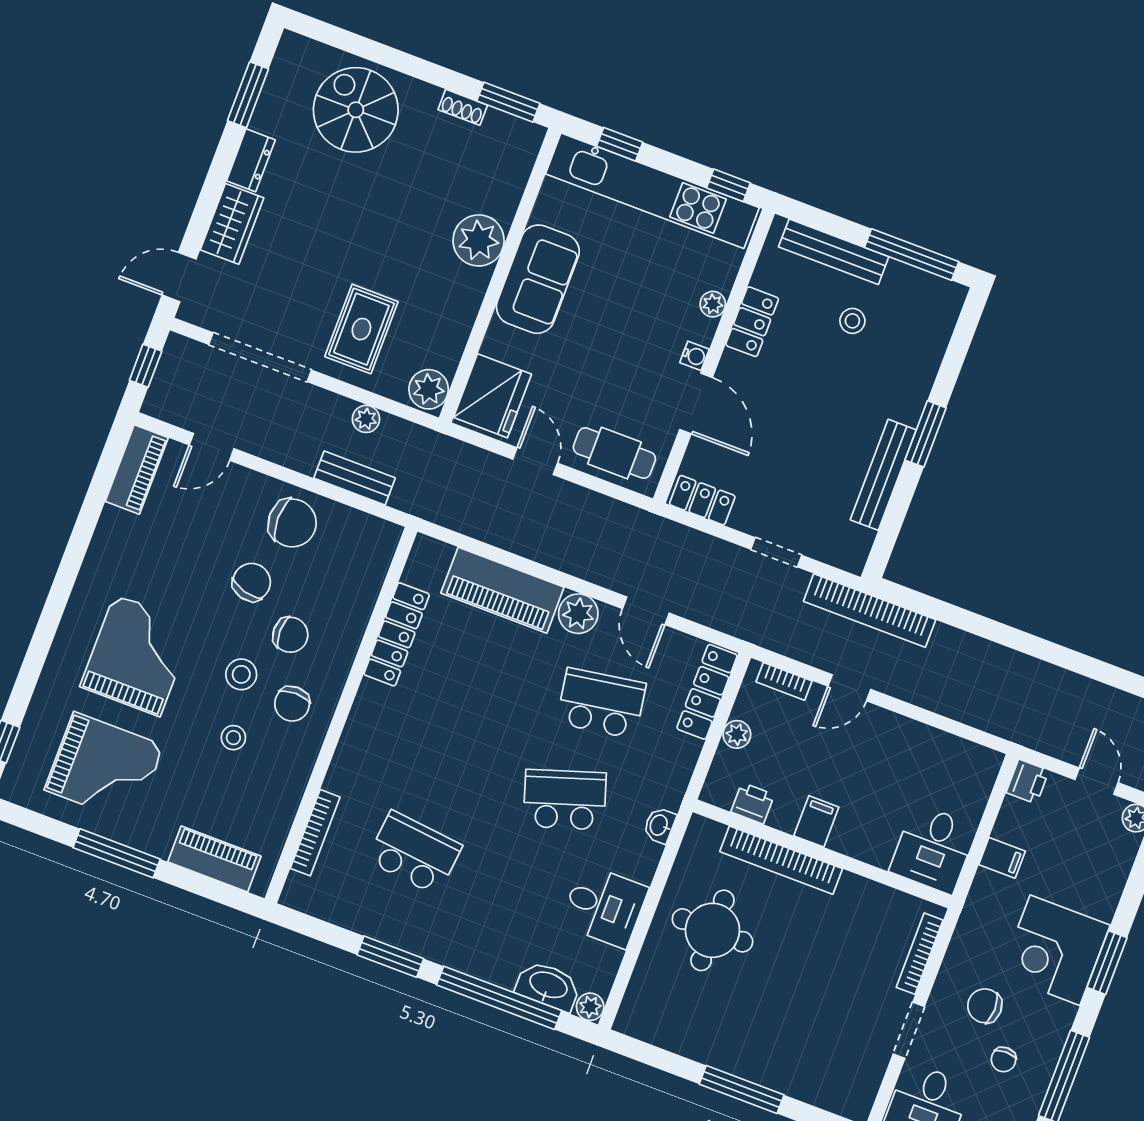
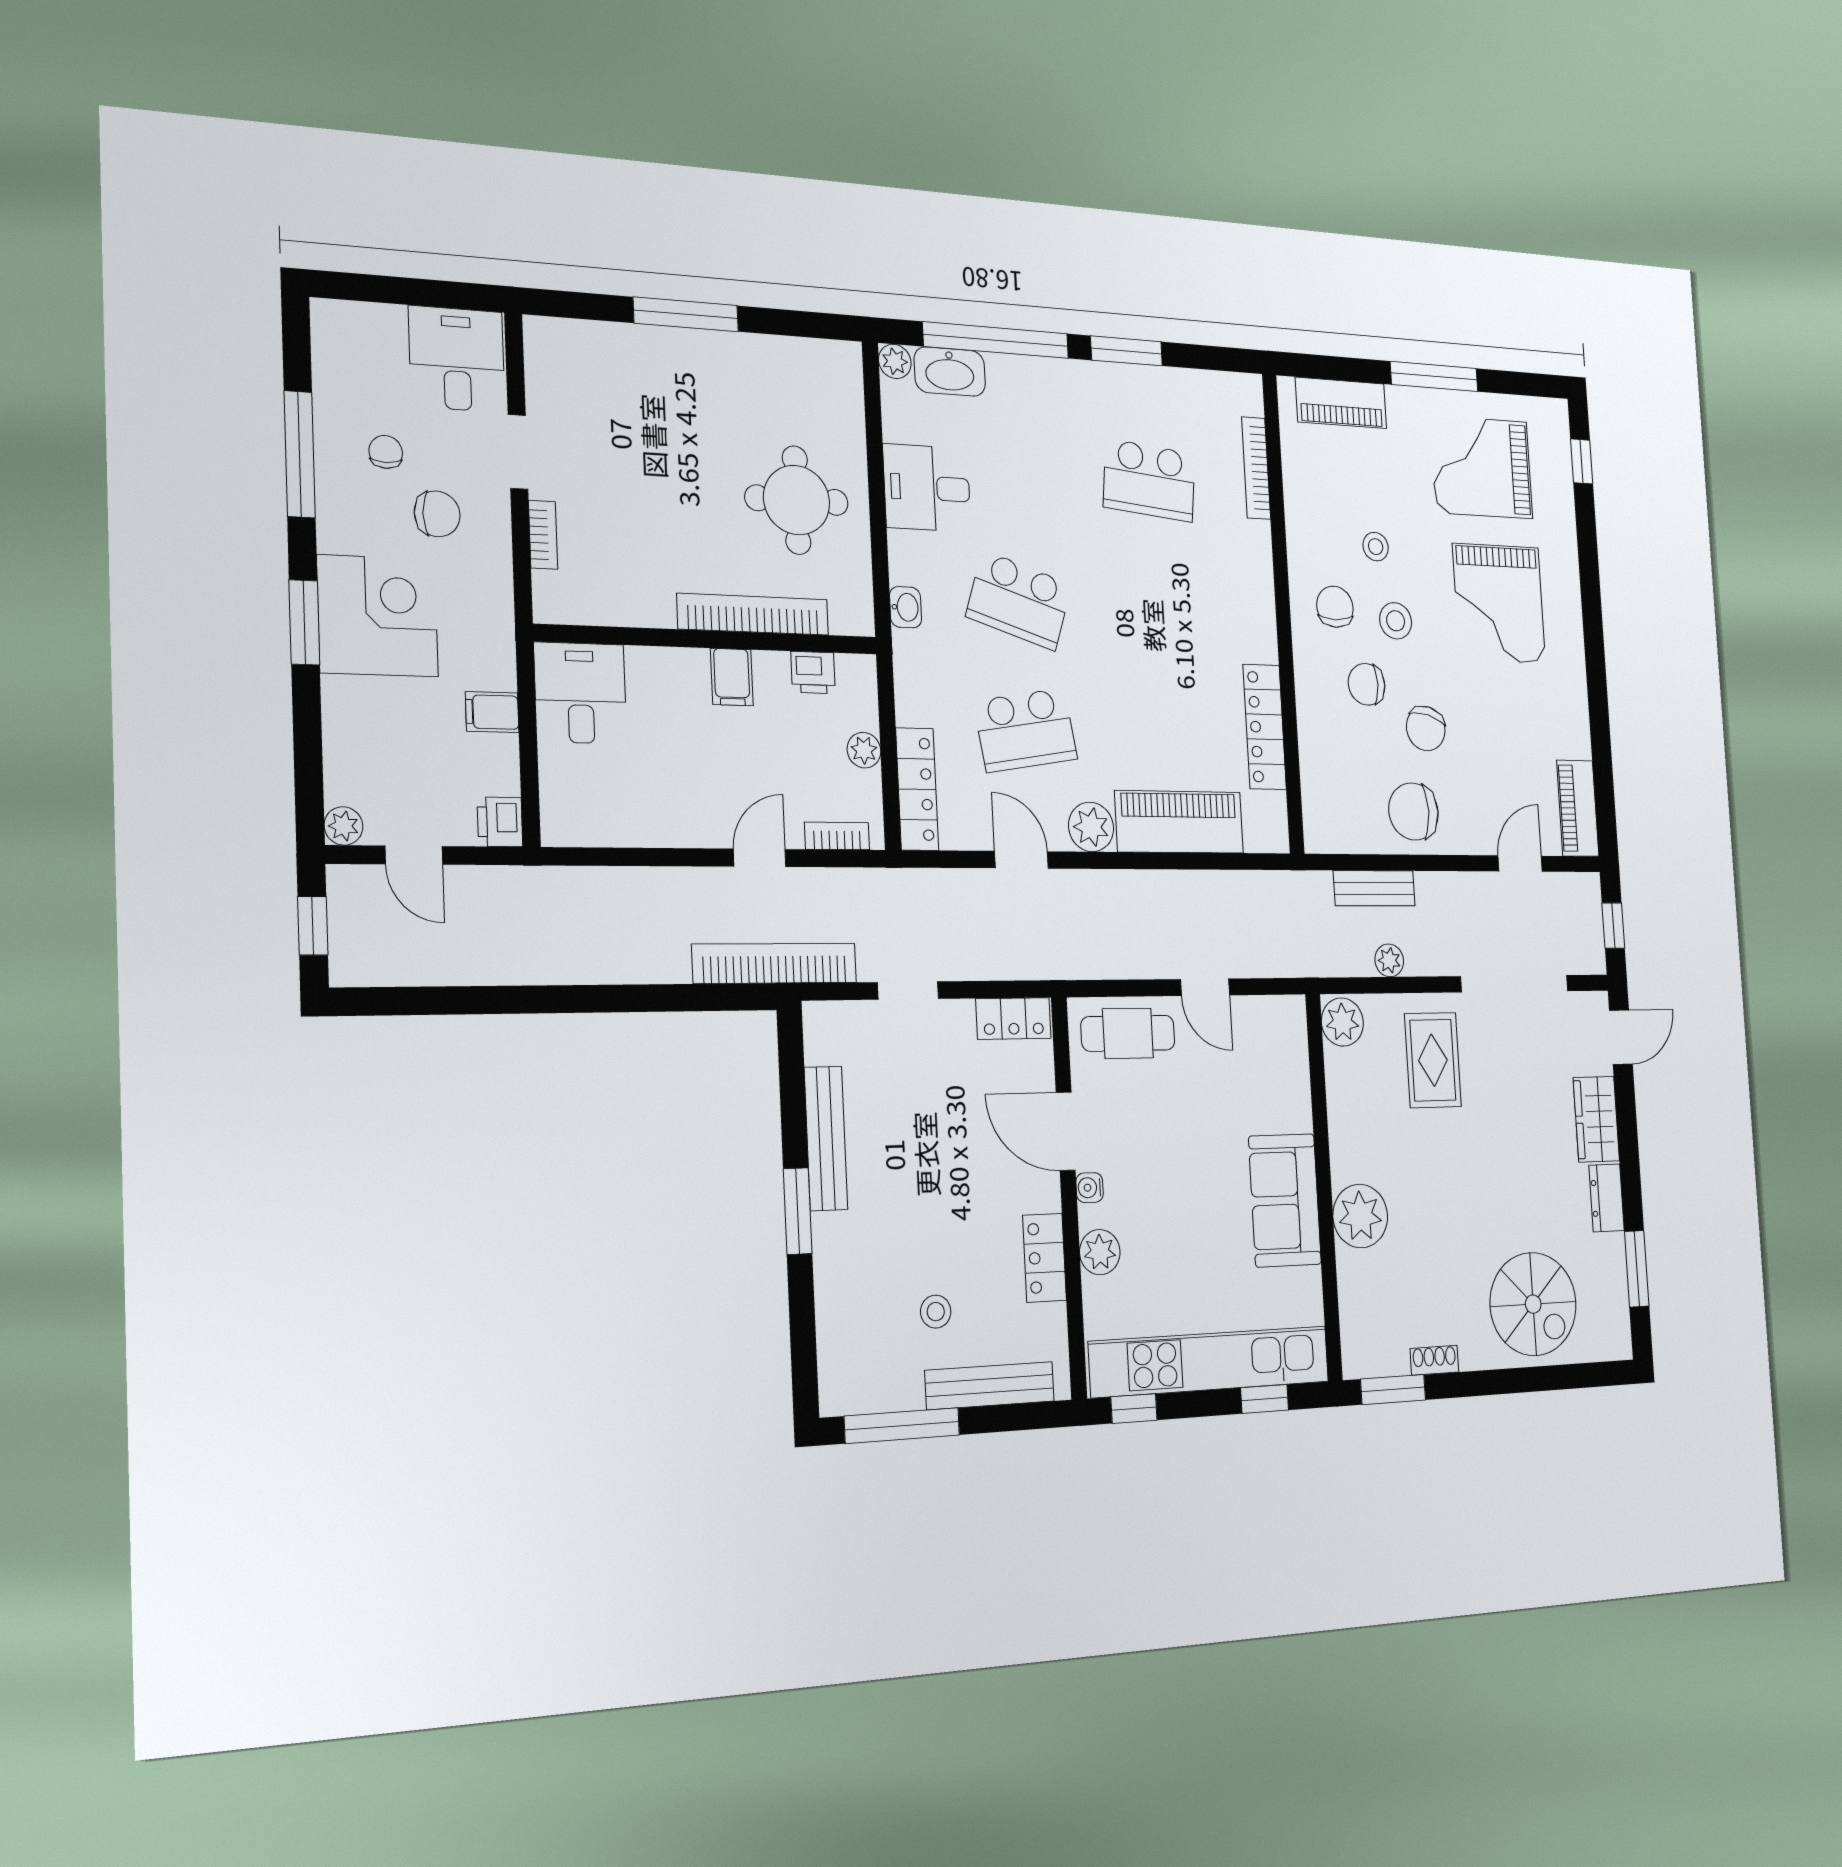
plant: (713, 304) -> (1100, 1252), width x1.38, depth x1.38
fridge: (492, 396) -> (1277, 1044), removed
school desk: (565, 800) -> (1019, 600), turned 36
bookcase: (920, 954) -> (543, 535), width x0.64

